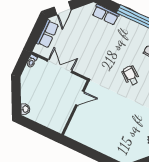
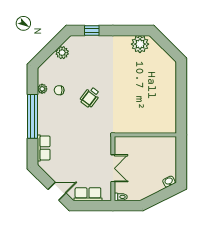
double door: (60, 66) -> (113, 168), swing flipped
door: (80, 98) -> (134, 135), removed

